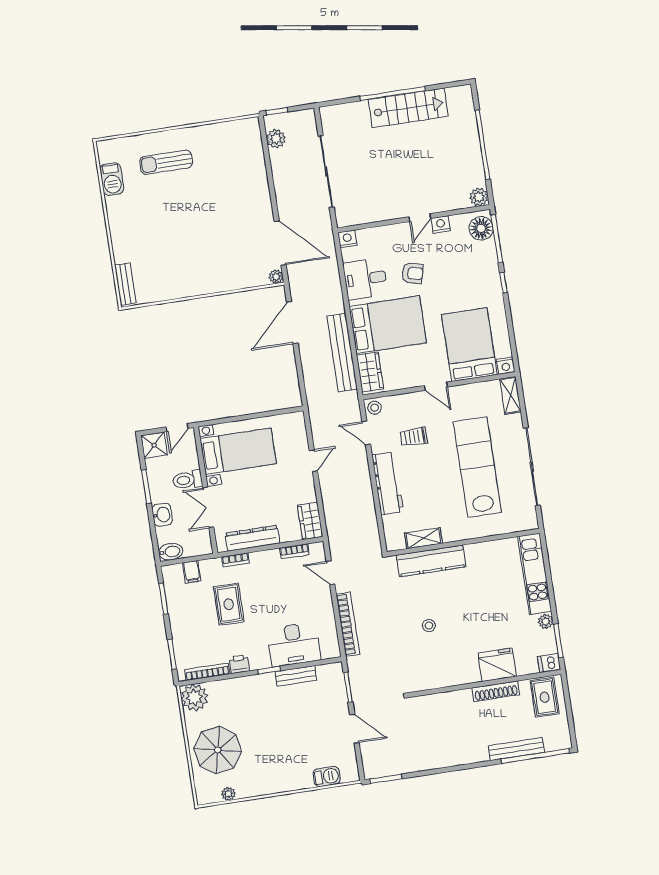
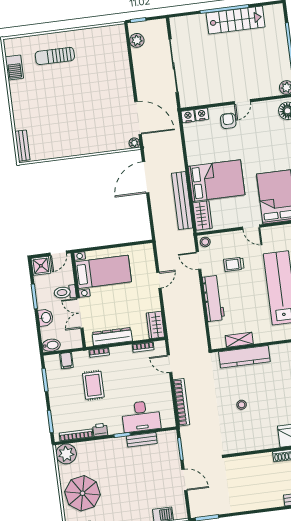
nightstand: (441, 224) -> (202, 114), moved
armchair: (412, 273) -> (228, 121), moved, turned -104
desk: (365, 279) -> (201, 146), removed

